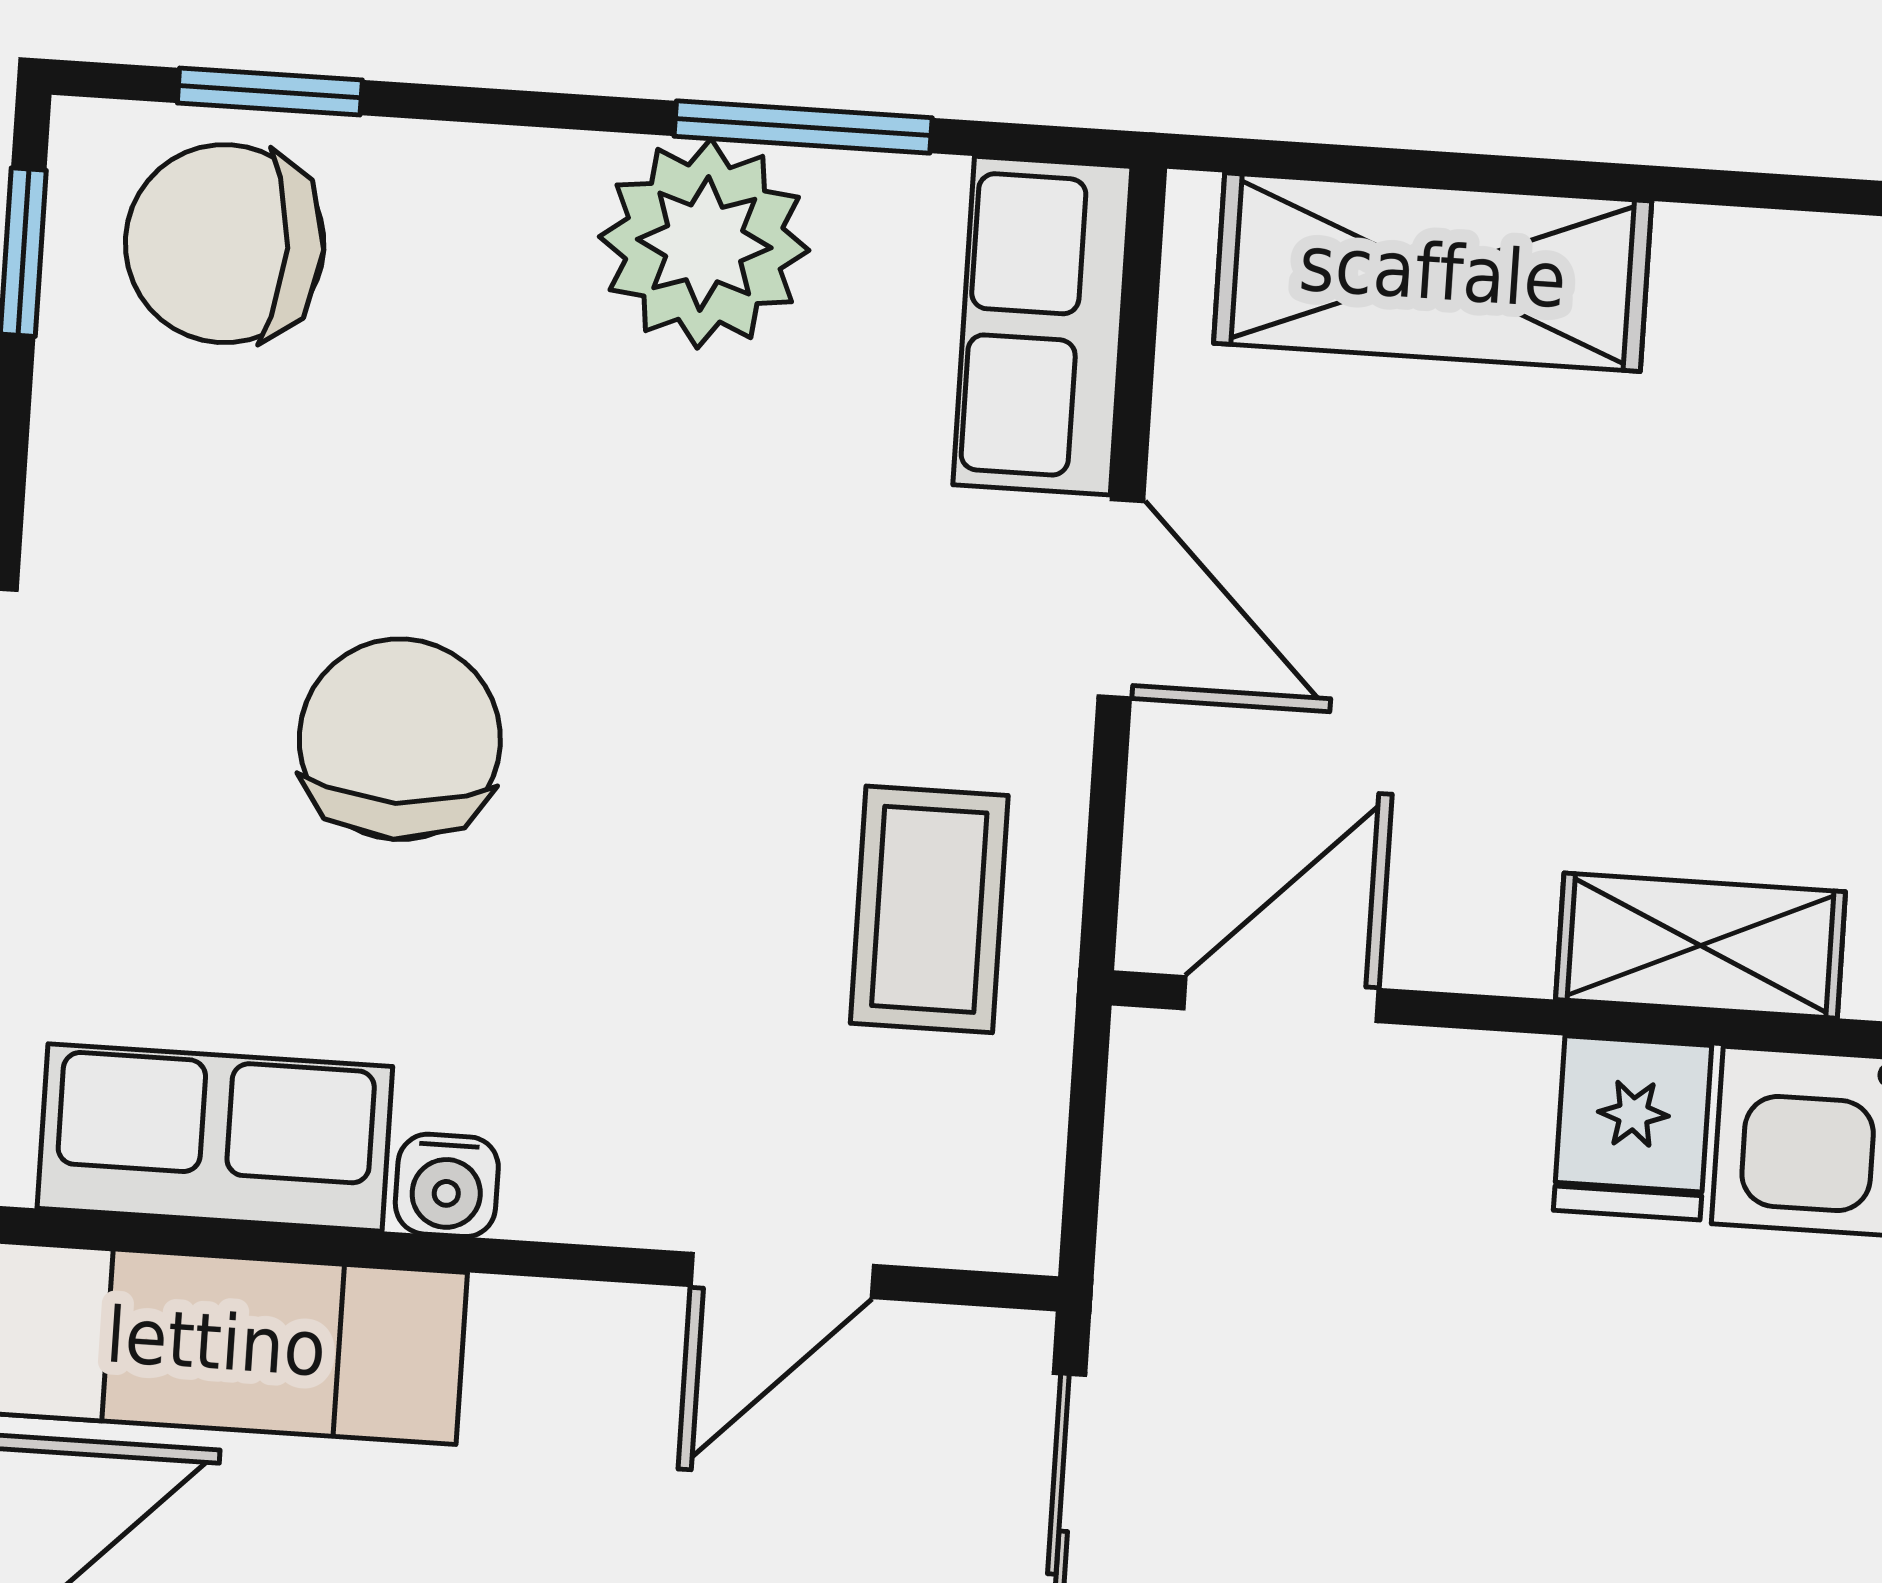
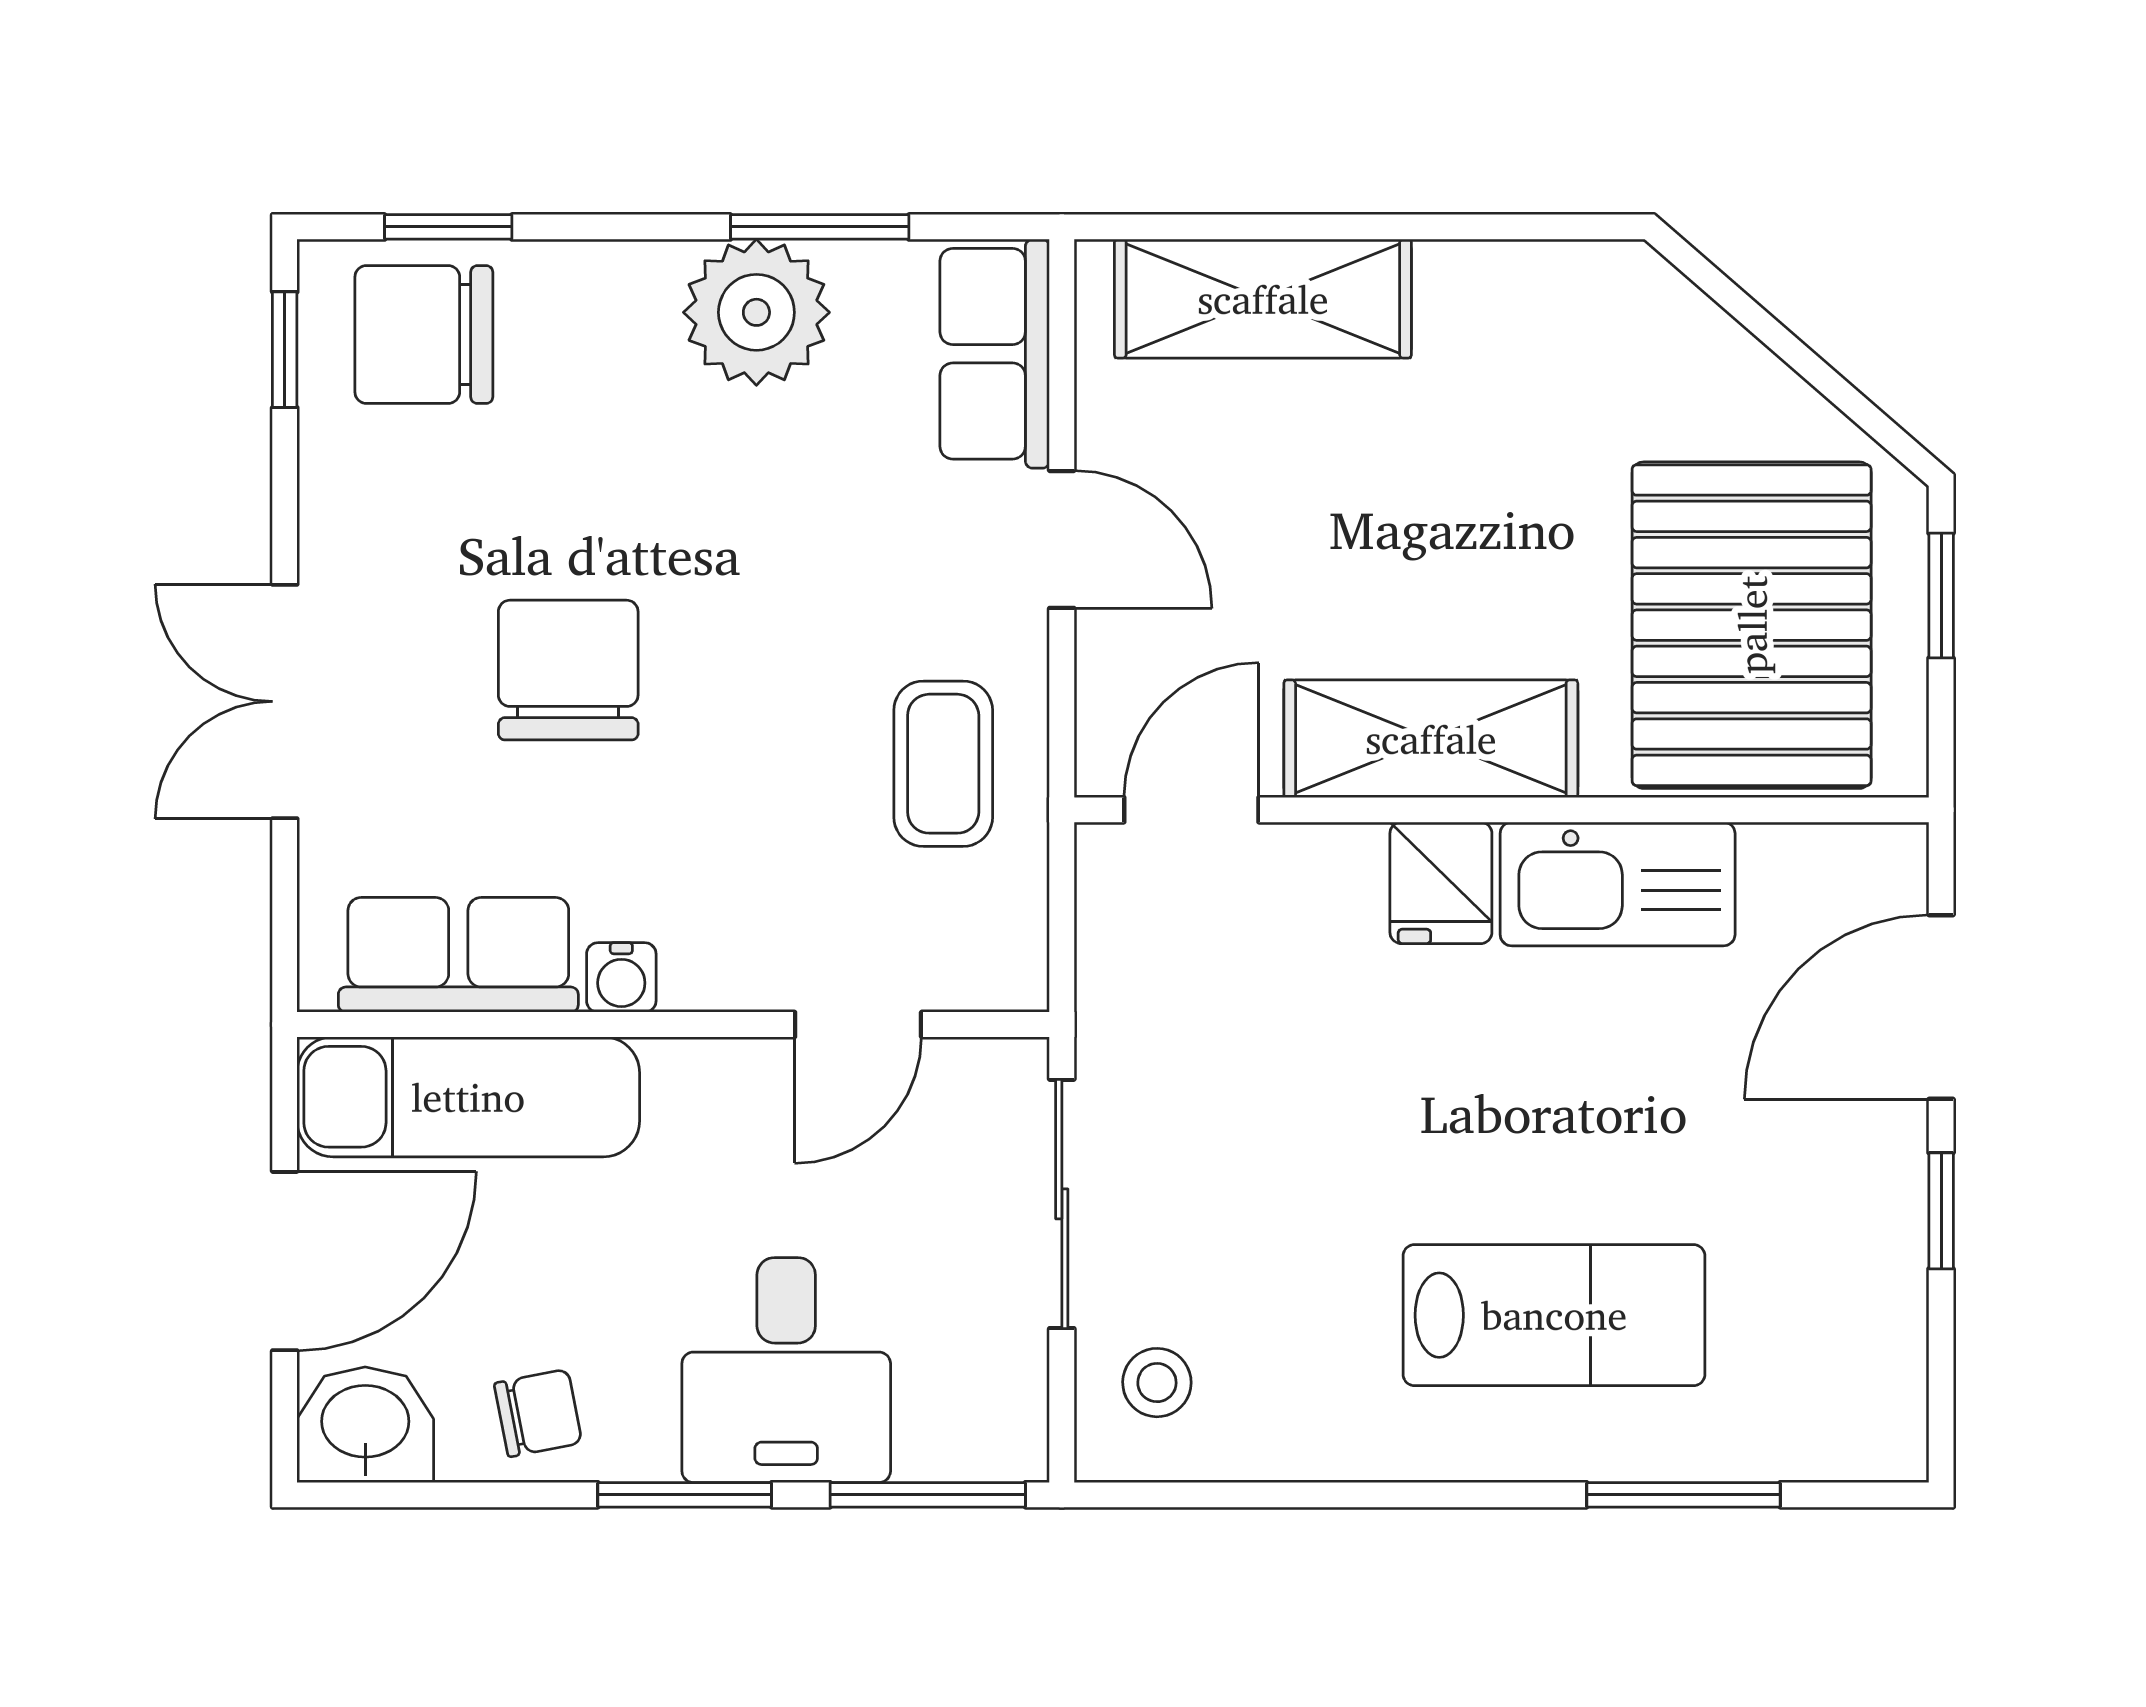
shelving: (1701, 946) -> (1431, 739), width x1.50, depth x1.33

